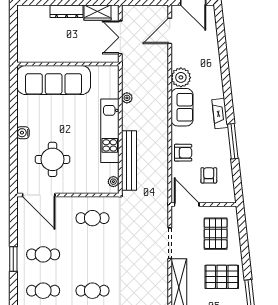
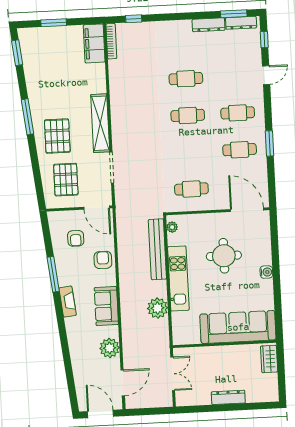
wardrobe: (97, 13) -> (269, 359), moved, turned -90
plant: (181, 77) -> (110, 348), moved
plant: (127, 98) -> (158, 308), width x1.87, depth x1.87
armchair: (183, 153) -> (103, 260), turned 90
round table: (53, 159) -> (224, 256), moved
pallet: (222, 277) -> (57, 136), turned 90

